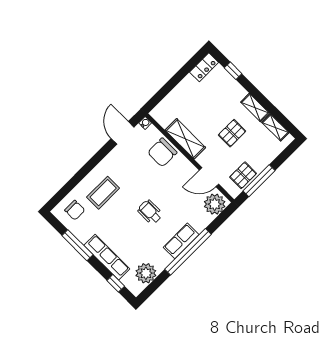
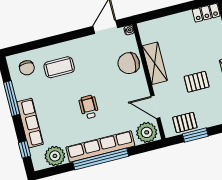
window: (259, 181) -> (195, 135), width x0.69
row of seats: (181, 241) -> (100, 146), width x2.02

